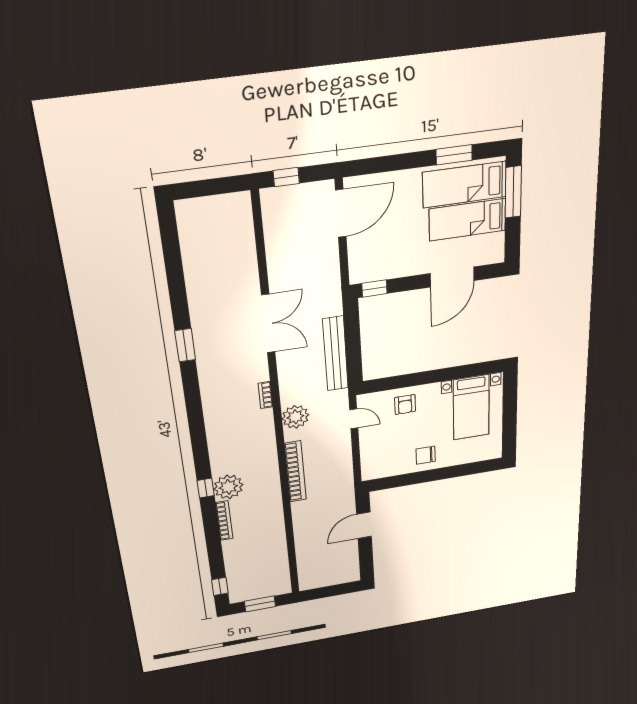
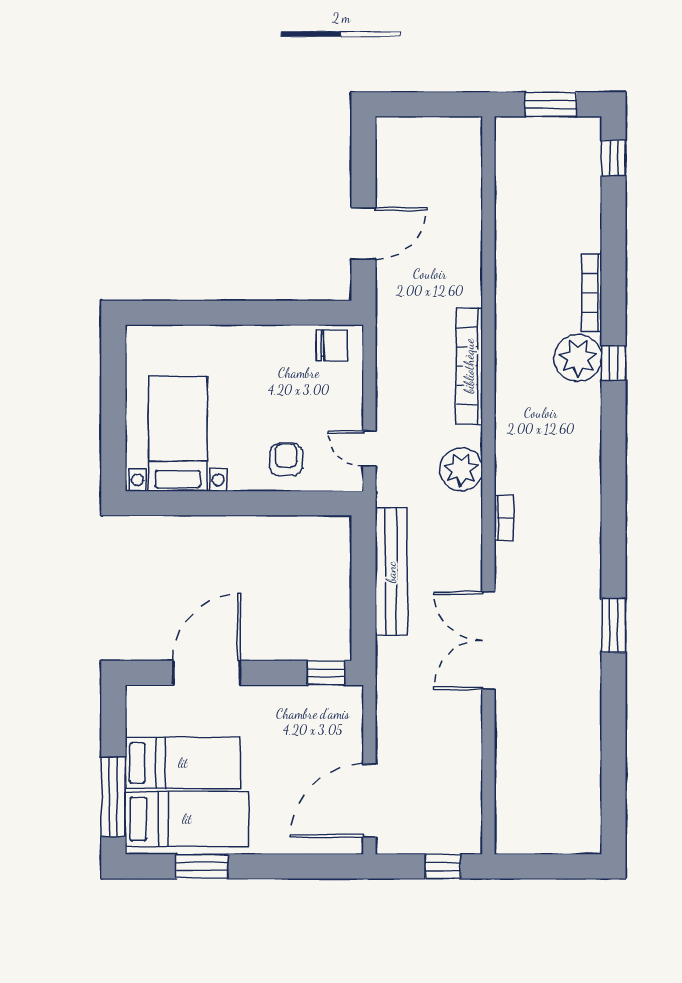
chair: (426, 455) -> (332, 345), moved

